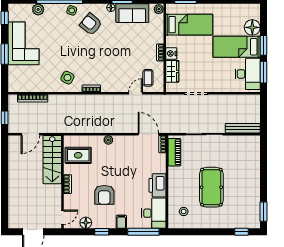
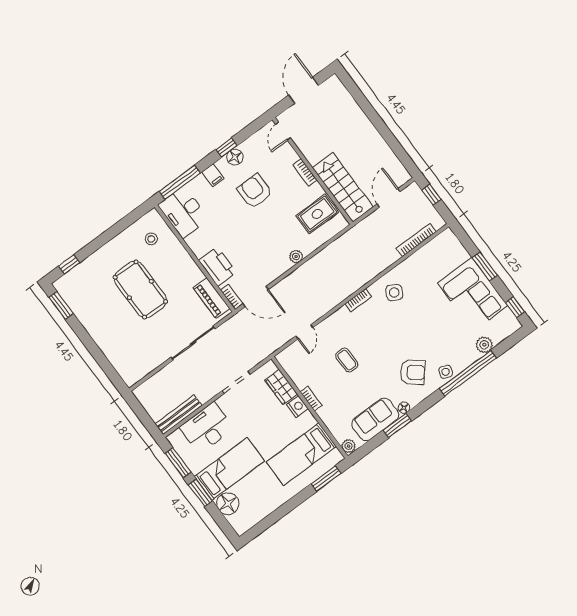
desk: (248, 74) -> (207, 428), moved, turned 90
coffee table: (148, 78) -> (347, 360), moved
bench: (243, 128) -> (179, 415), moved
printer: (157, 185) -> (217, 266), moved
floor lamp: (86, 223) -> (235, 157), moved

